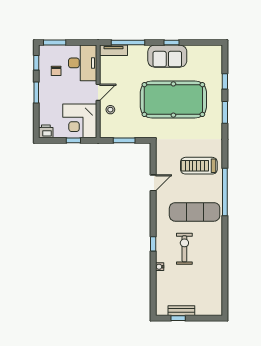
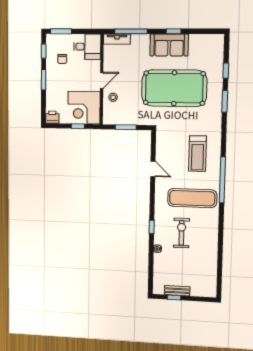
desk: (83, 63) -> (87, 47), width x0.73
treadmill: (199, 166) -> (198, 154), turned -90
door: (153, 183) -> (153, 169), hinge flipped

